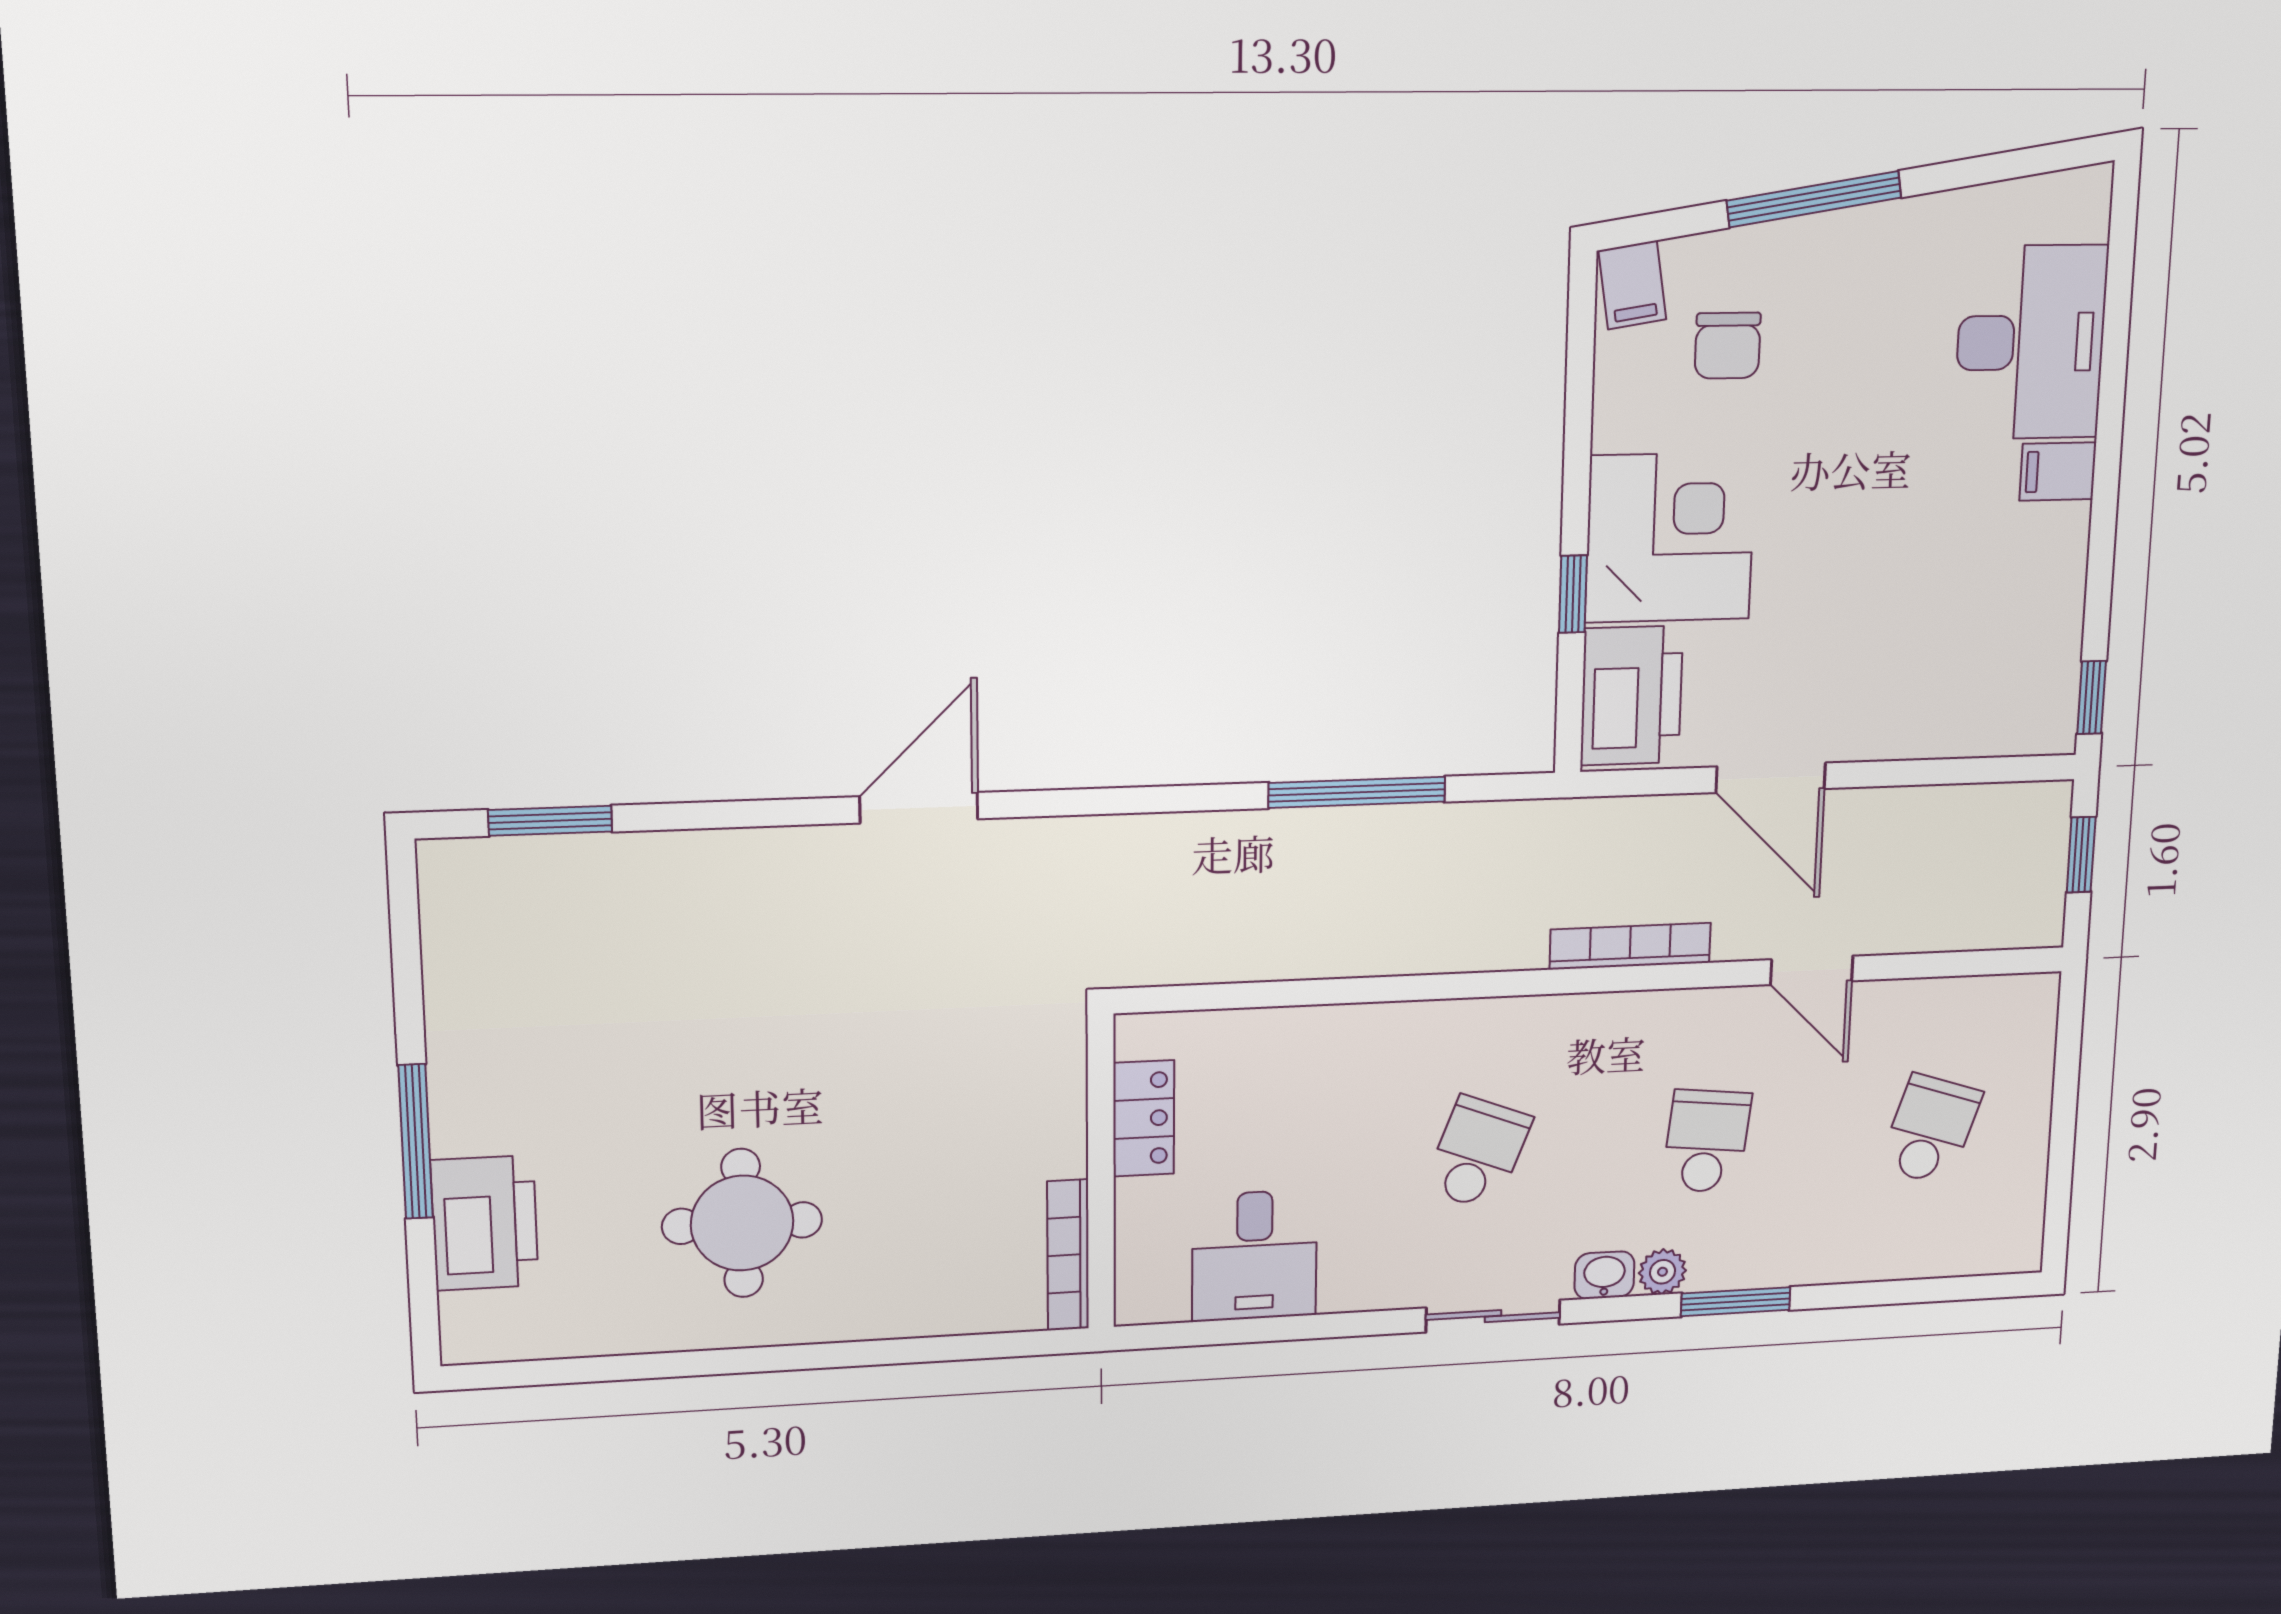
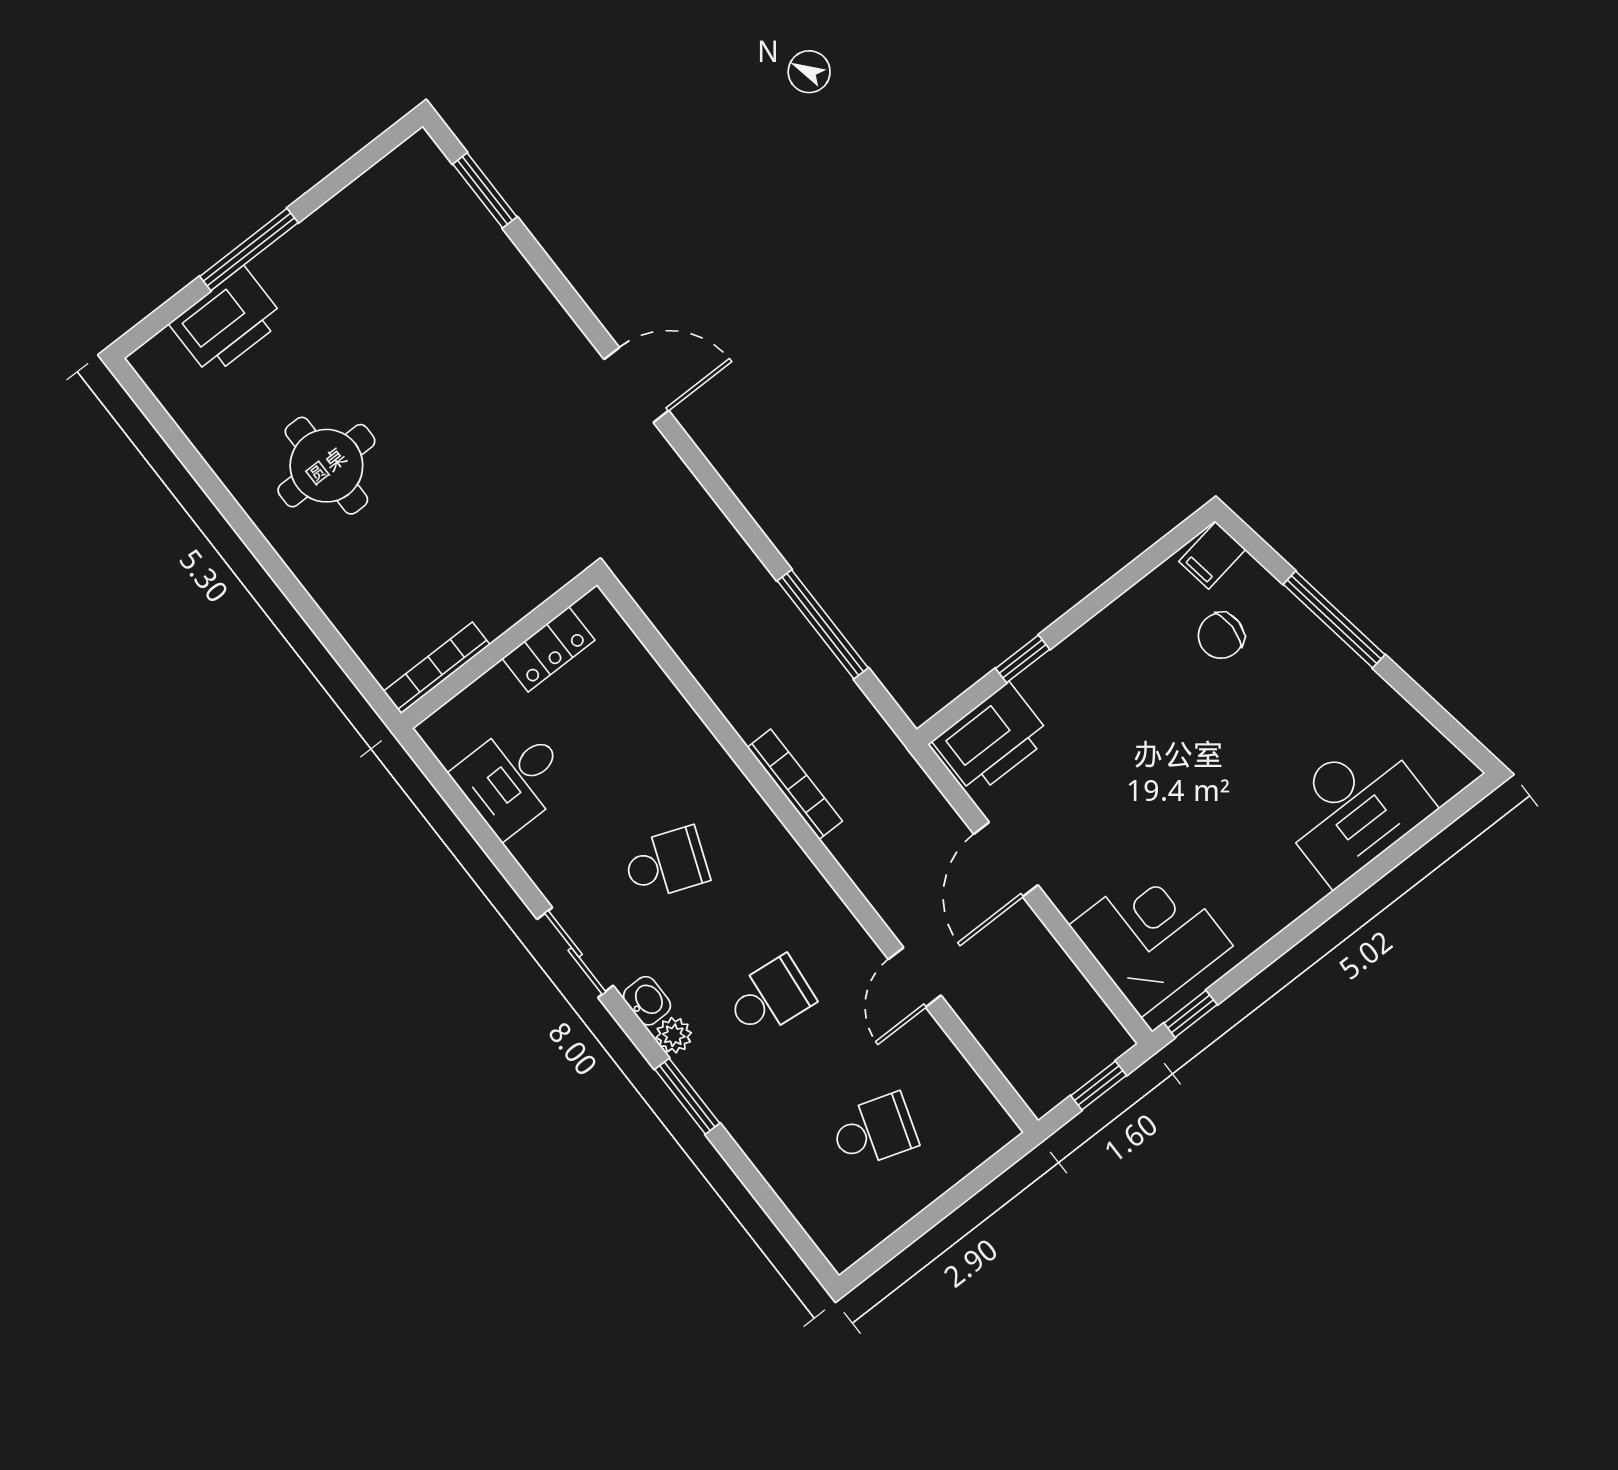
filing cabinet: (2058, 472) -> (1298, 885), removed
corner desk: (1670, 538) -> (1151, 935), moved, turned -90
bookcase: (1630, 946) -> (795, 784), moved

